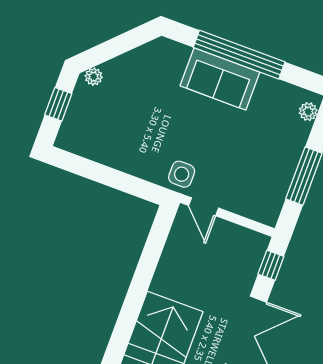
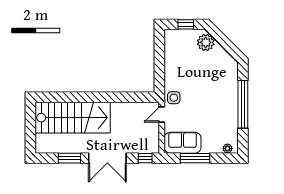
plant: (94, 77) -> (206, 42), width x1.88, depth x1.88
sofa: (220, 79) -> (183, 143), moved, turned 90

